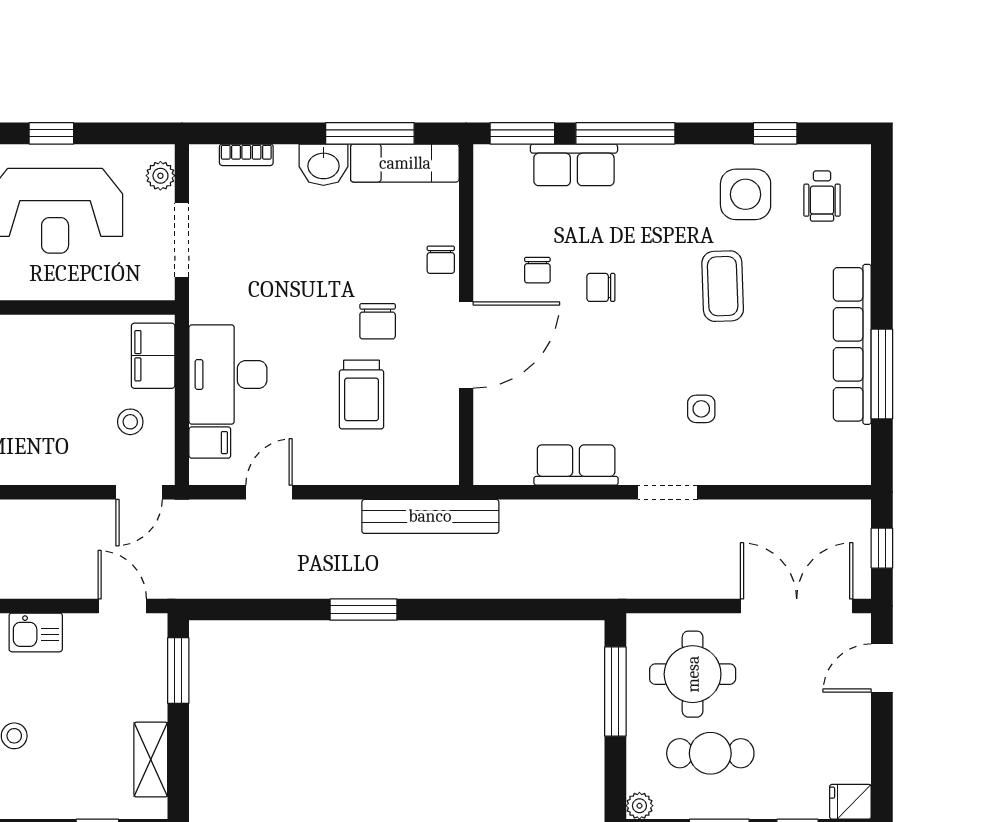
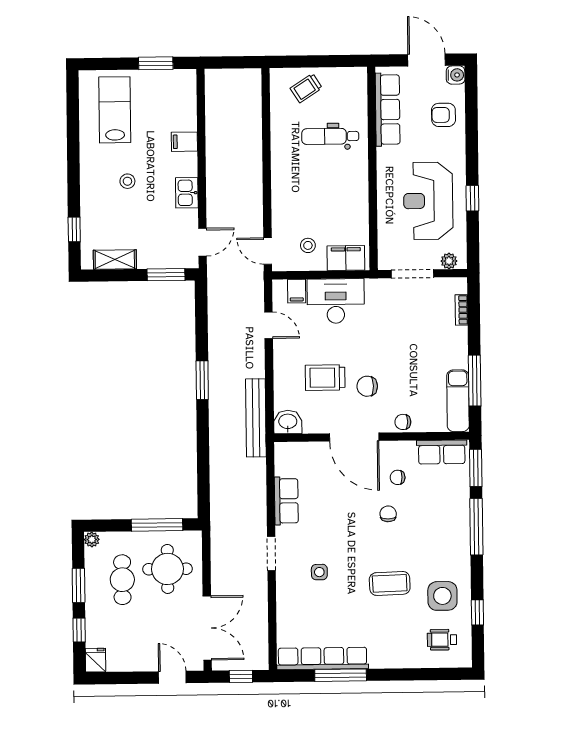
washbasin: (323, 165) -> (288, 422), moved, turned 90
row of seats: (574, 165) -> (442, 452), moved, turned -90
row of seats: (852, 344) -> (322, 658), moved

